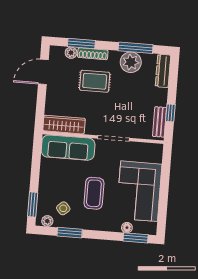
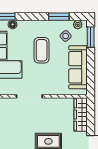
wardrobe: (64, 125) -> (81, 115), moved, turned 90
sofa: (68, 148) -> (78, 67), moved, turned -90

